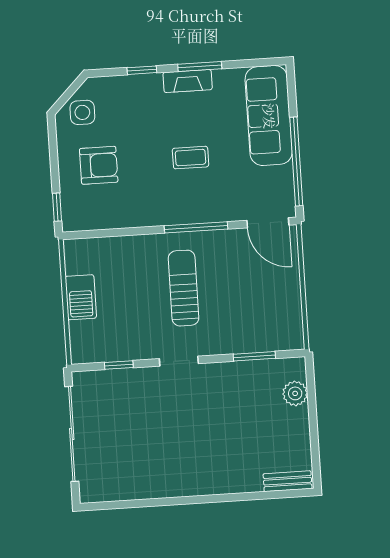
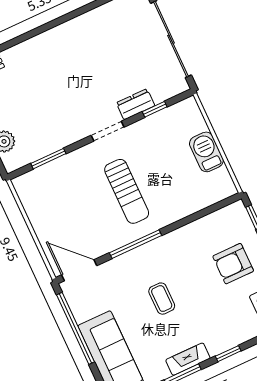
coffee table: (191, 158) -> (162, 299), turned 90
dresser: (137, 378) -> (136, 104), added

